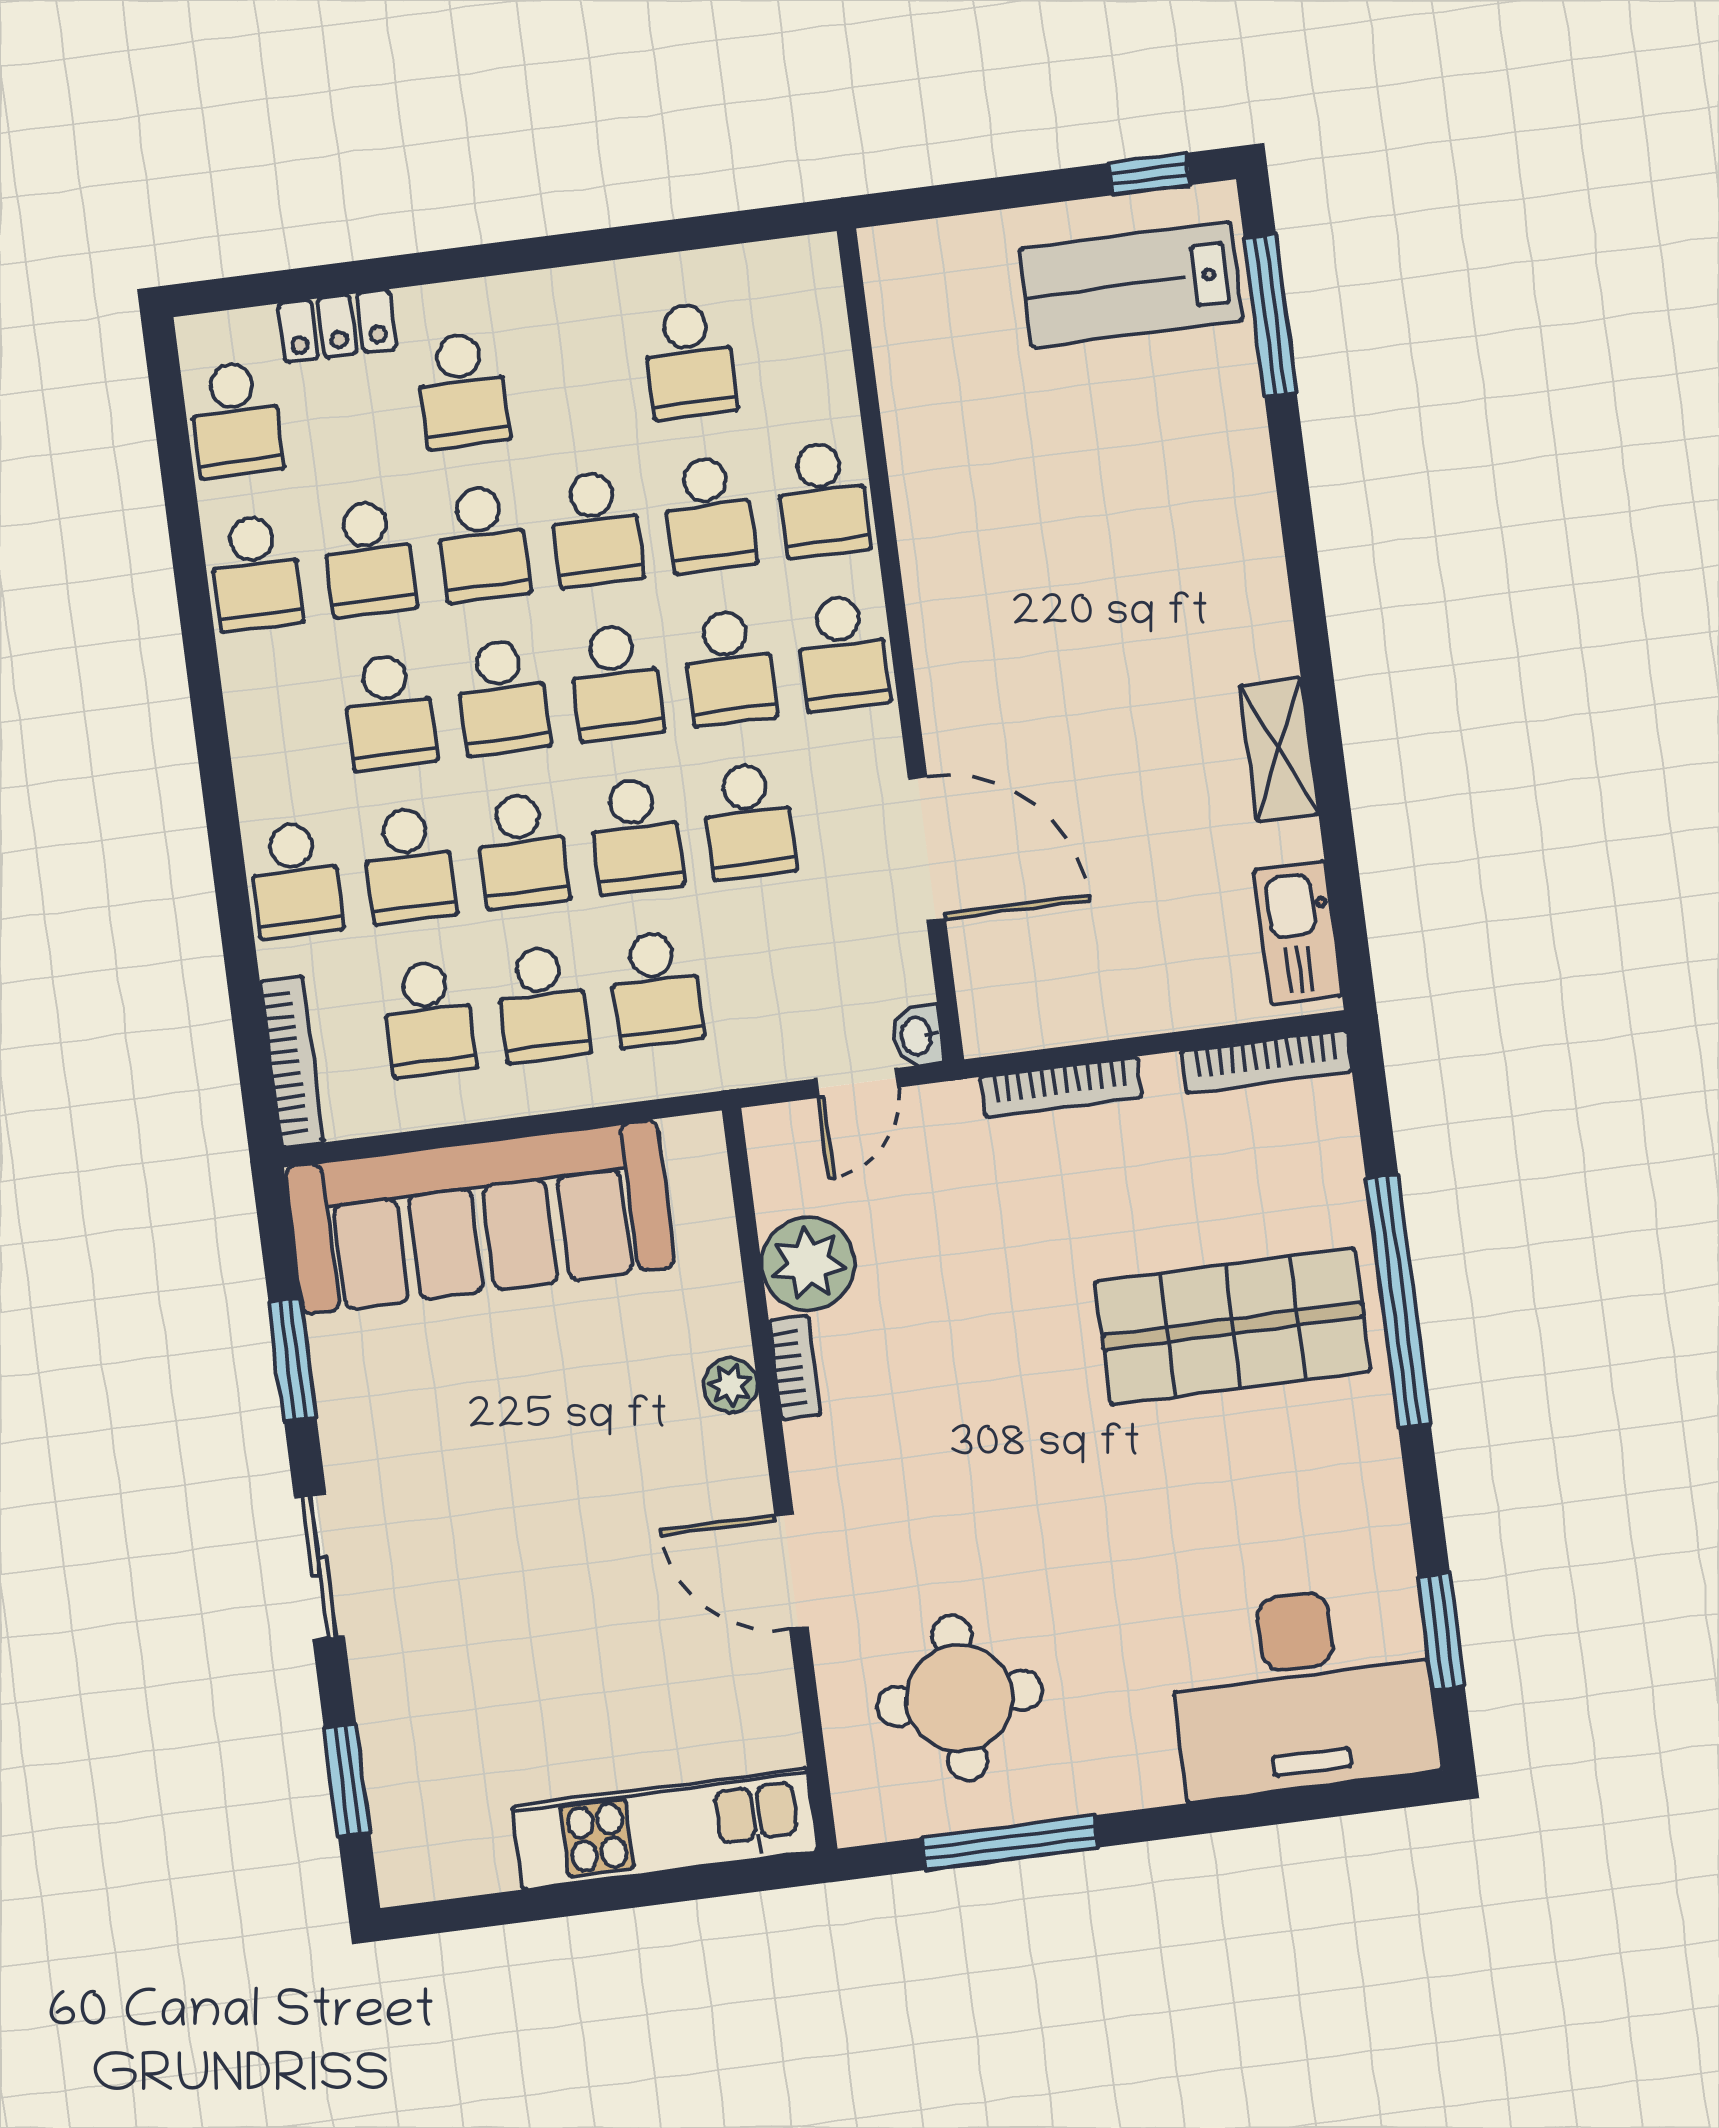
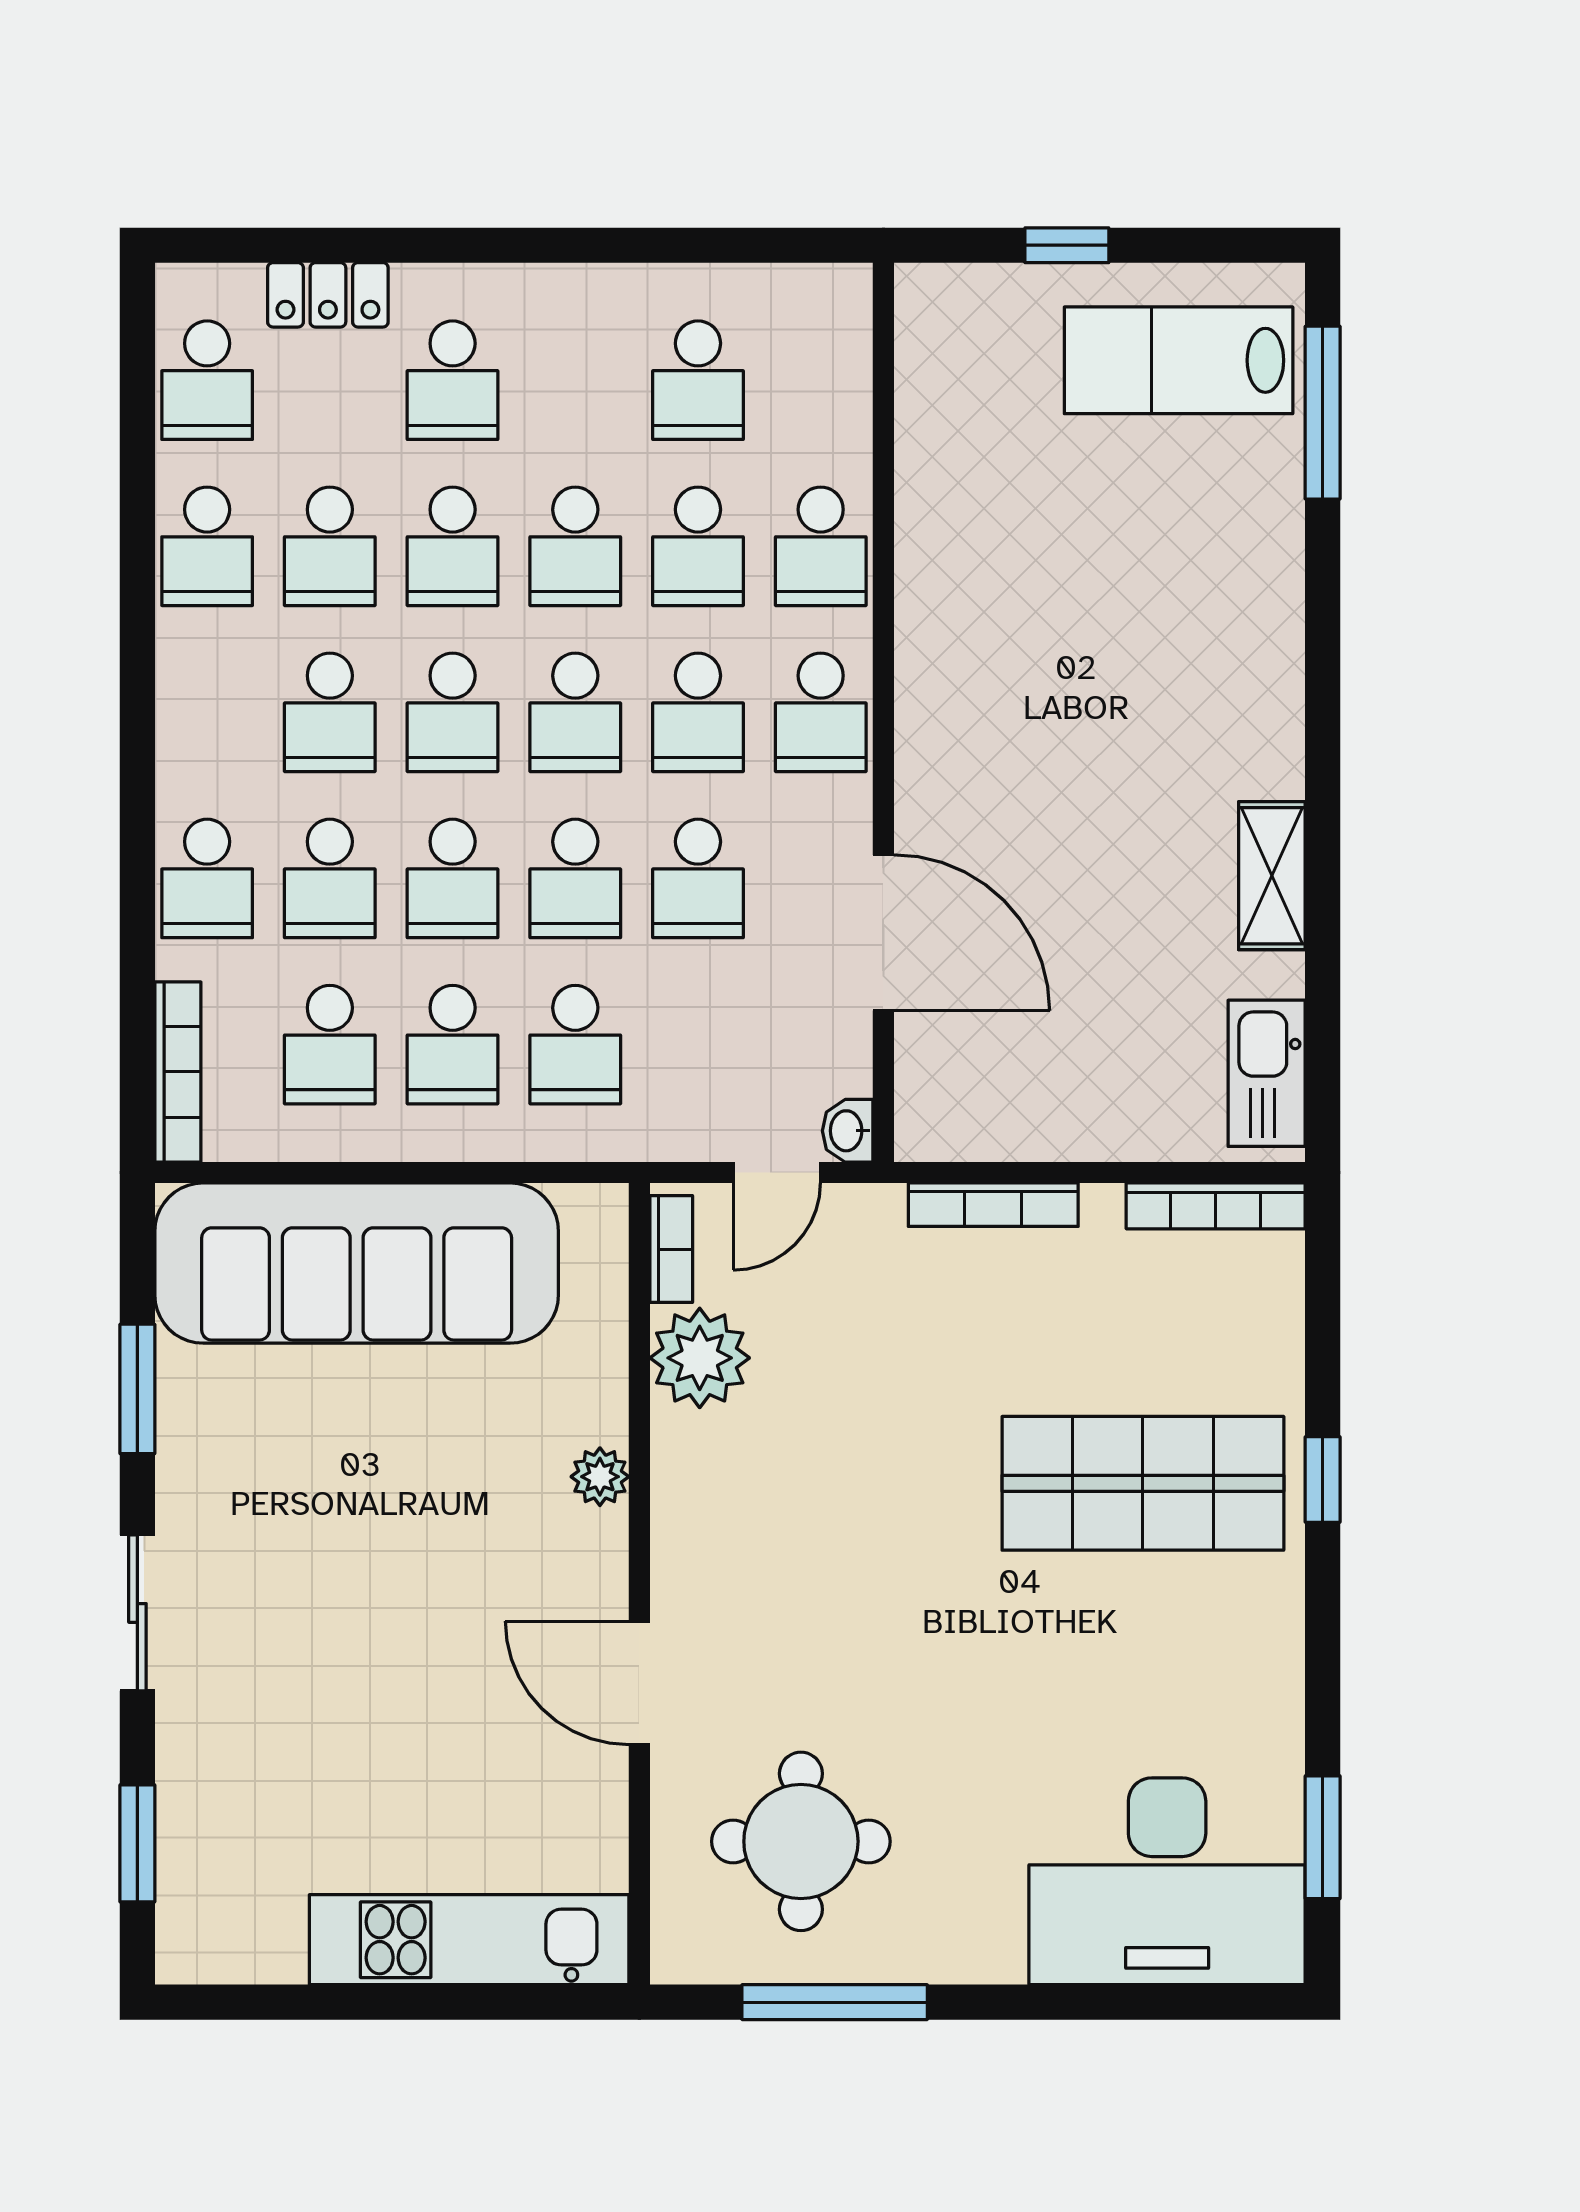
window: (1149, 174) -> (1067, 245), moved
window: (1398, 1301) -> (1323, 1480), width x0.32
bookcase: (795, 1368) -> (671, 1249), moved

